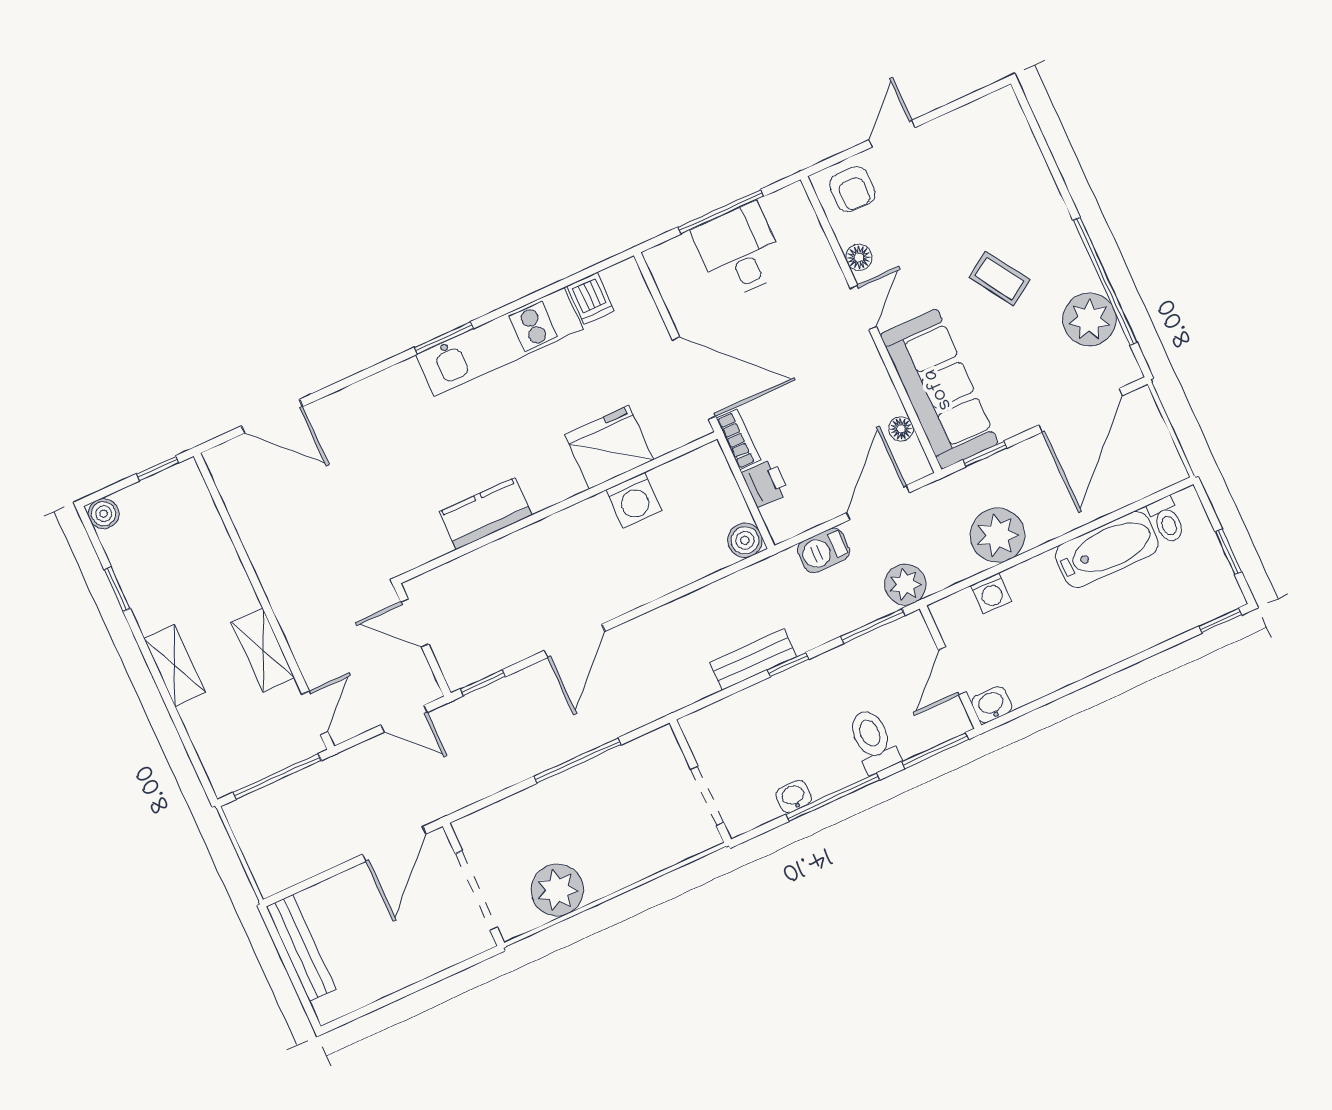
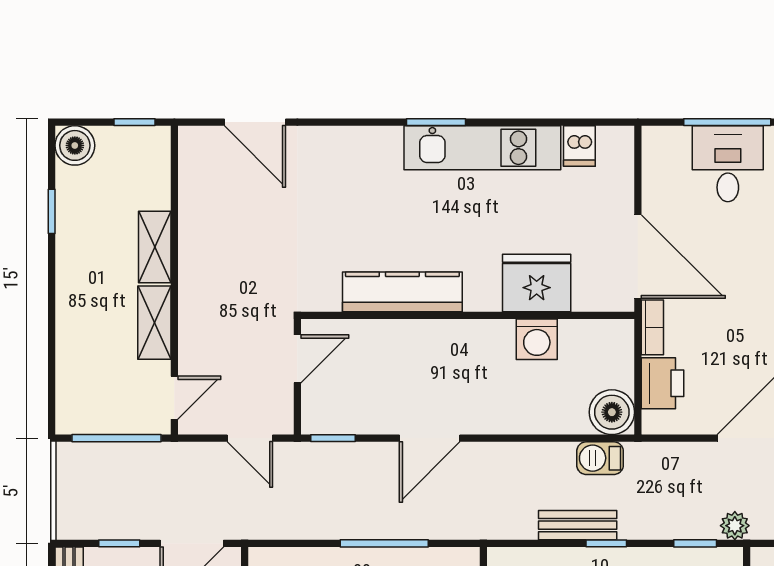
printer: (765, 483) -> (663, 383), width x1.36, depth x1.24
boiler: (104, 514) -> (75, 145), width x1.36, depth x1.36
kitchen counter: (485, 514) -> (402, 292), width x1.50
boiler: (745, 540) -> (612, 412), width x1.36, depth x1.36
barbecue: (824, 550) -> (600, 458), moved
plant: (905, 584) -> (735, 526), width x0.73, depth x0.73
door: (415, 623) -> (297, 359), swing flipped
window: (873, 626) -> (695, 543), width x0.67
shelving: (175, 665) -> (155, 247), moved
window: (325, 875) -> (119, 543), added

